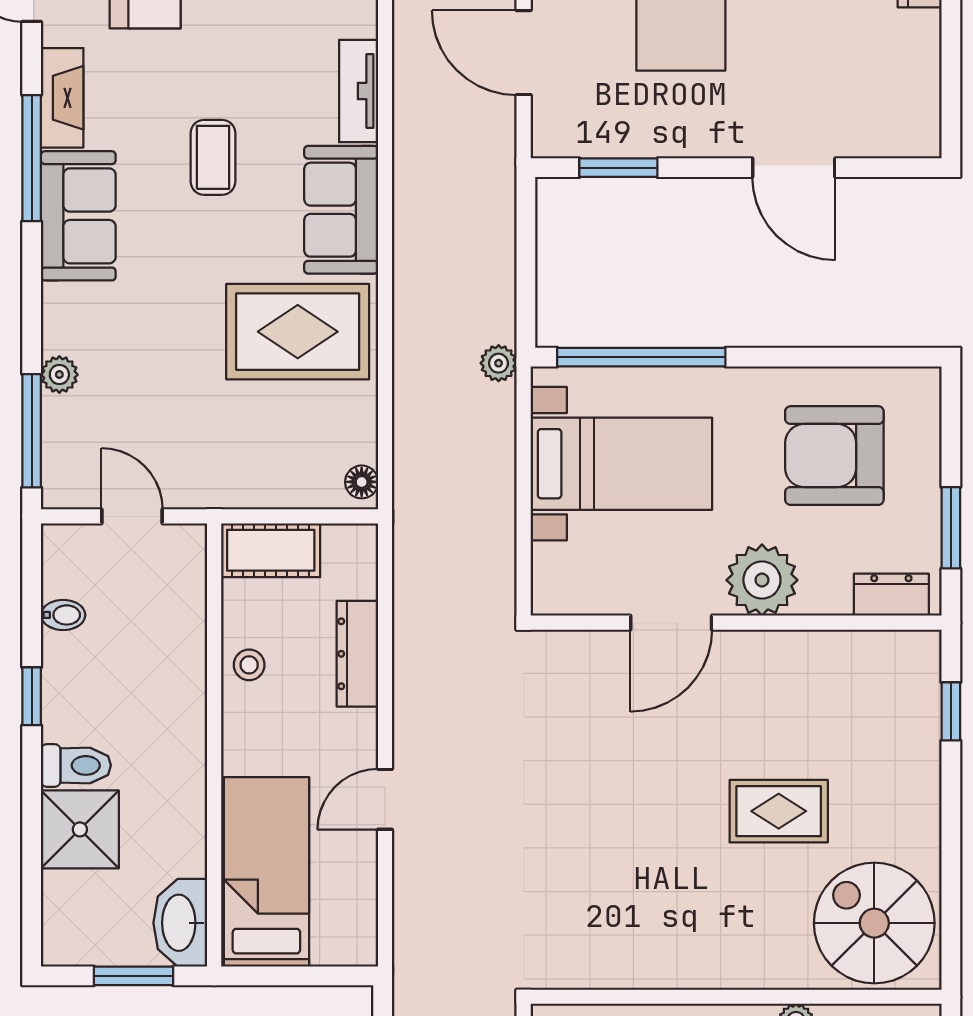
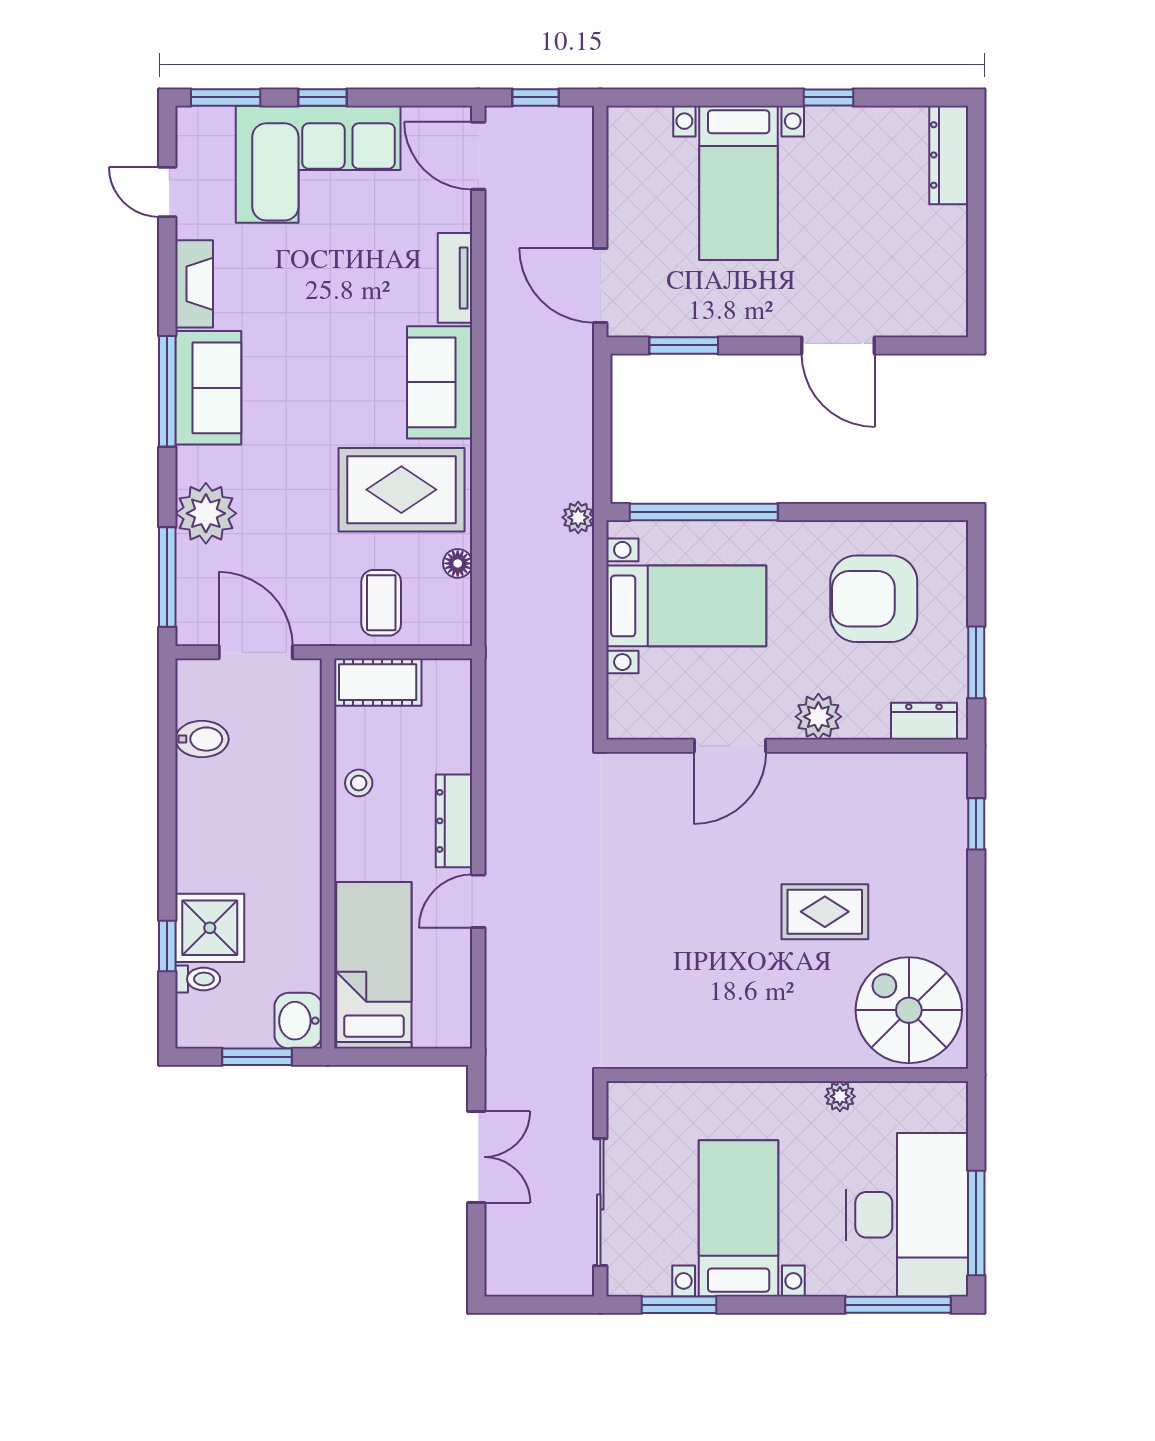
door: (524, 53) -> (600, 285), moved
coffee table: (213, 157) -> (381, 603), moved
window: (32, 158) -> (167, 391), moved
plant: (59, 375) -> (206, 513), width x1.88, depth x1.88
floor lamp: (362, 482) -> (458, 563), moved
door: (132, 516) -> (256, 652), width x1.38
plant: (762, 580) -> (818, 717), width x0.73, depth x0.73
bidet: (63, 615) -> (202, 739), width x1.38, depth x1.36
dresser: (357, 654) -> (454, 821), moved
window: (32, 696) -> (167, 946), moved
toilet: (76, 765) -> (198, 979), moved, width x0.73, depth x0.72
washbasin: (180, 923) -> (298, 1021), width x0.72

